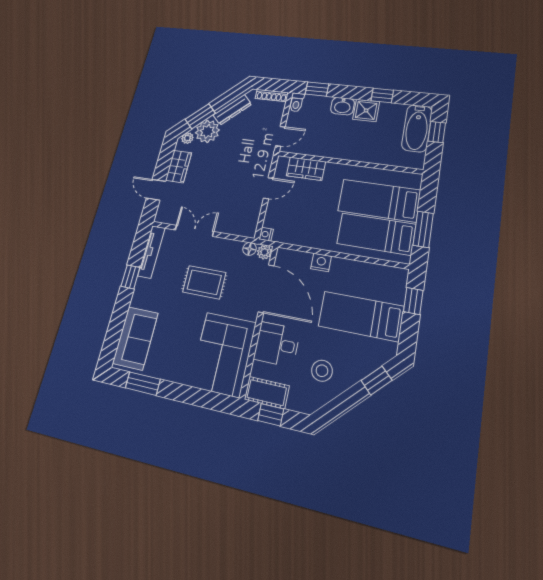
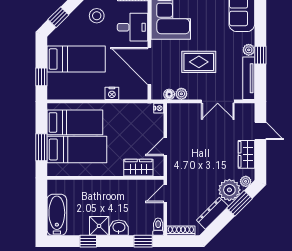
window: (437, 132) -> (41, 213), removed
window: (423, 229) -> (41, 147), moved
plant: (264, 252) -> (181, 94), moved
plant: (142, 286) -> (249, 50), added

